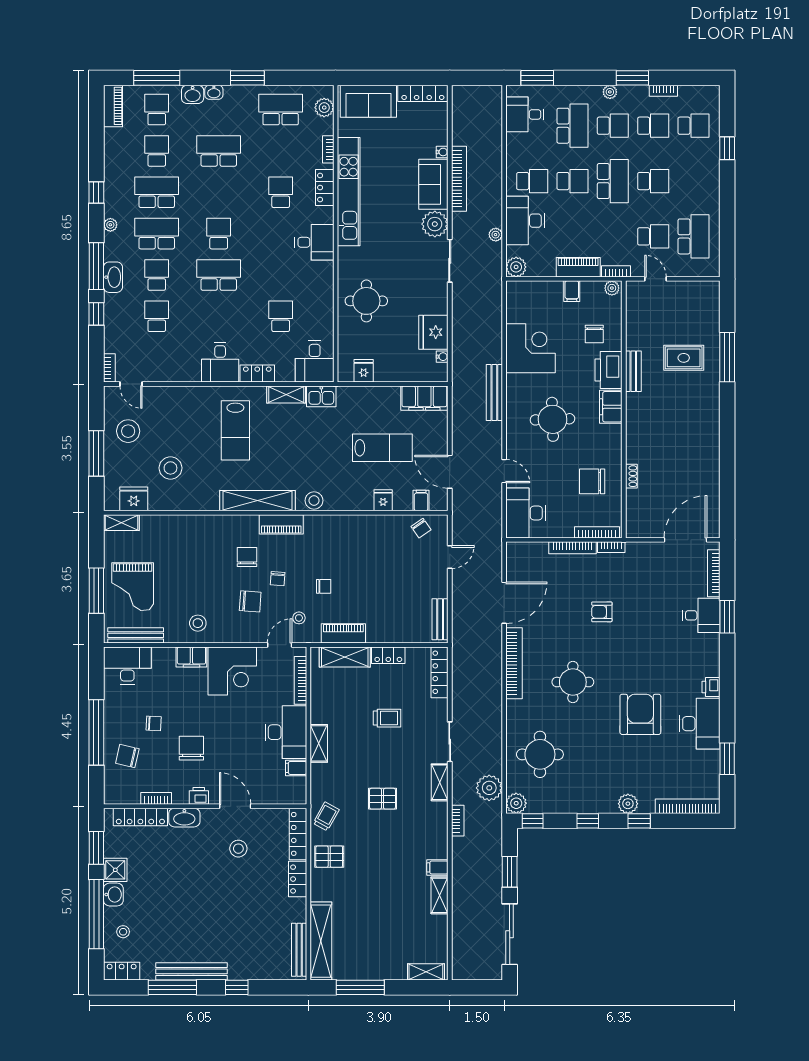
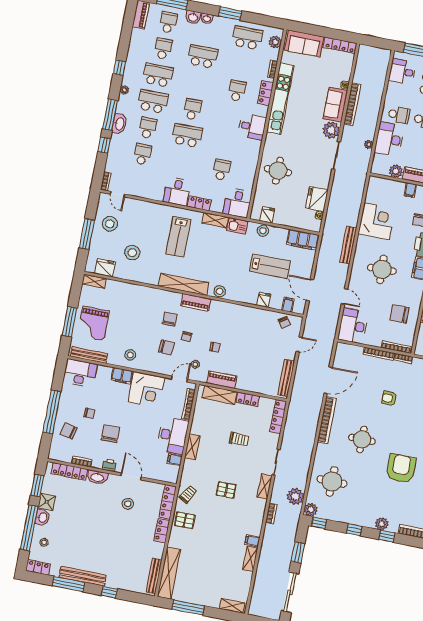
plant: (516, 267) -> (396, 171), moved
stool: (361, 396) -> (263, 231), added
bench: (440, 619) -> (286, 378), width x1.36

